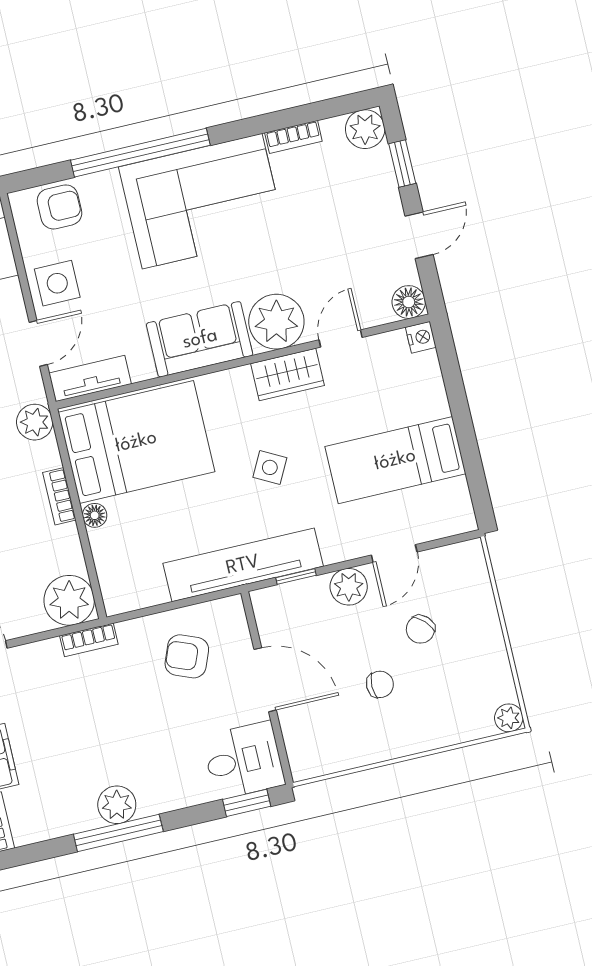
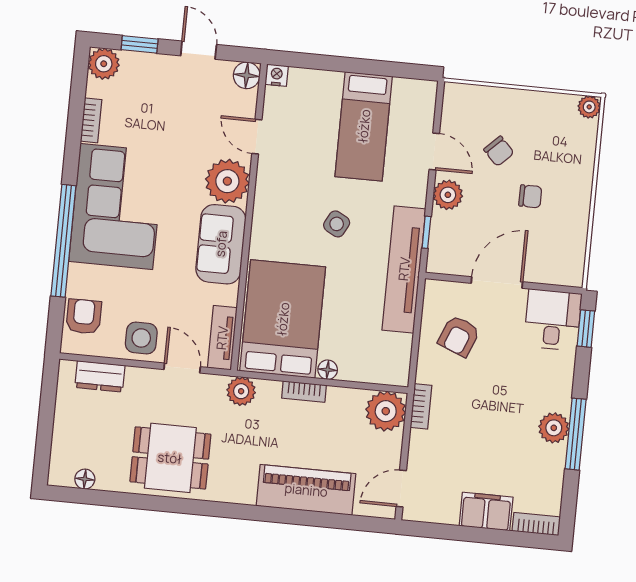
wardrobe: (288, 375) -> (270, 186), removed
chair: (380, 684) -> (530, 196), turned 90

